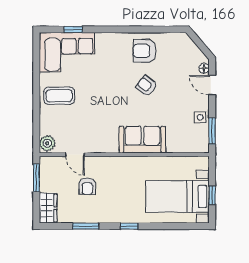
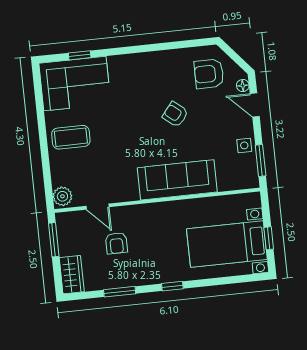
armchair: (145, 51) -> (209, 74), moved
sofa: (142, 140) -> (177, 180), width x1.36

